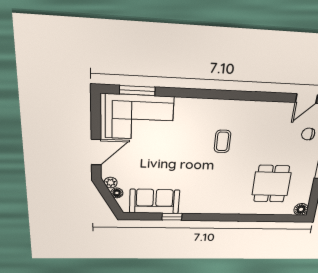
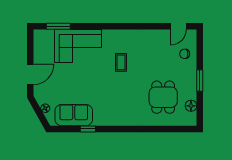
corner sofa: (139, 117) -> (78, 46), moved
plant: (111, 183) -> (41, 99), removed
floor lamp: (301, 209) -> (191, 106), moved

